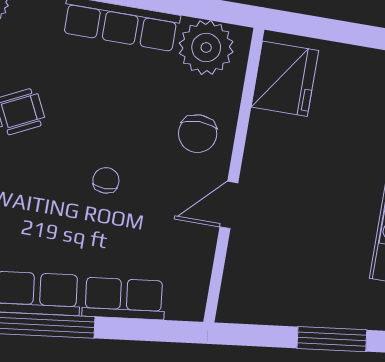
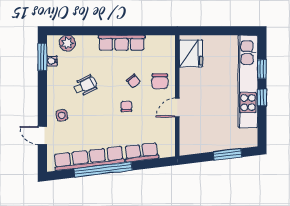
plant: (206, 47) -> (157, 46), removed
chair: (134, 122) -> (133, 81), added

